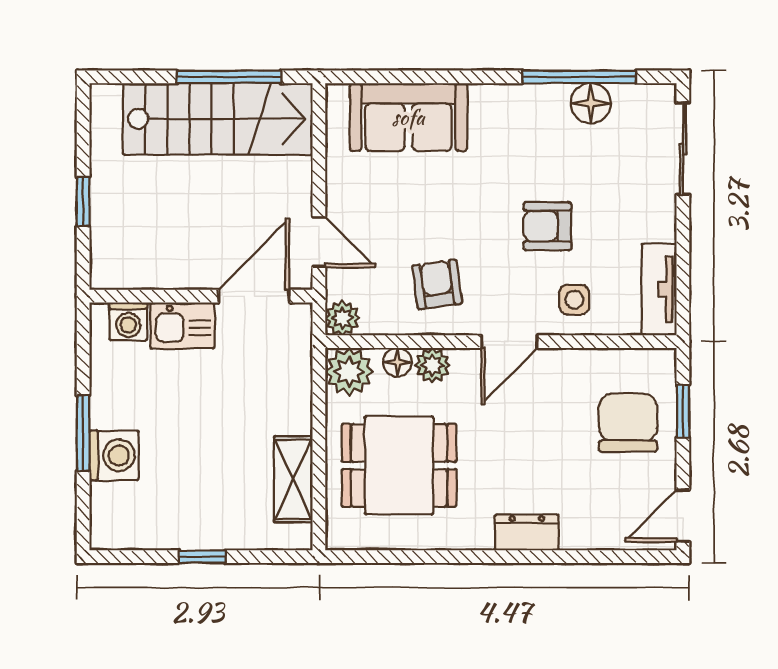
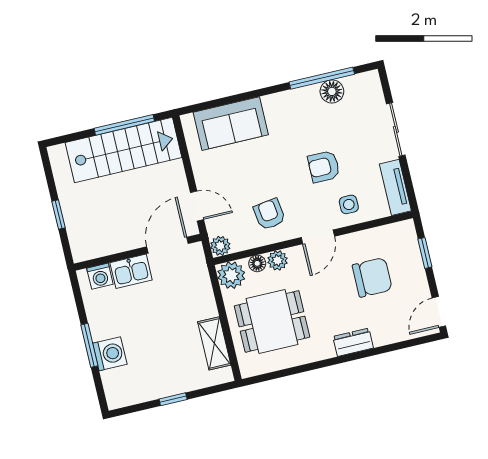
sliding door: (683, 149) -> (396, 129), moved
chair: (628, 423) -> (372, 277), moved, turned 90

